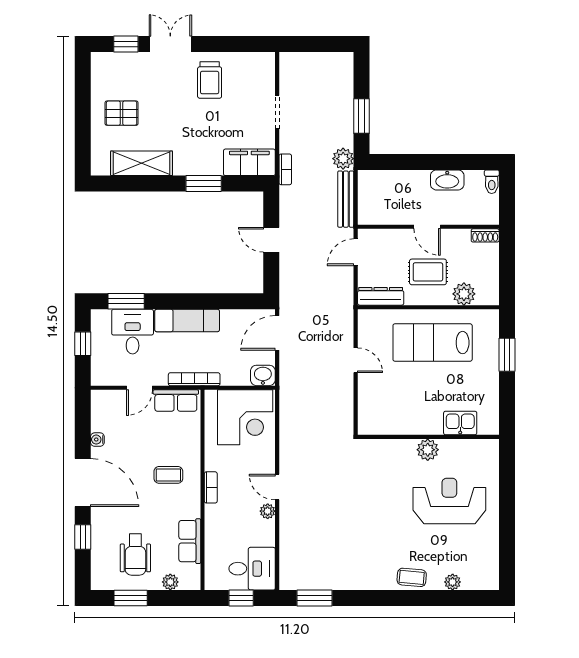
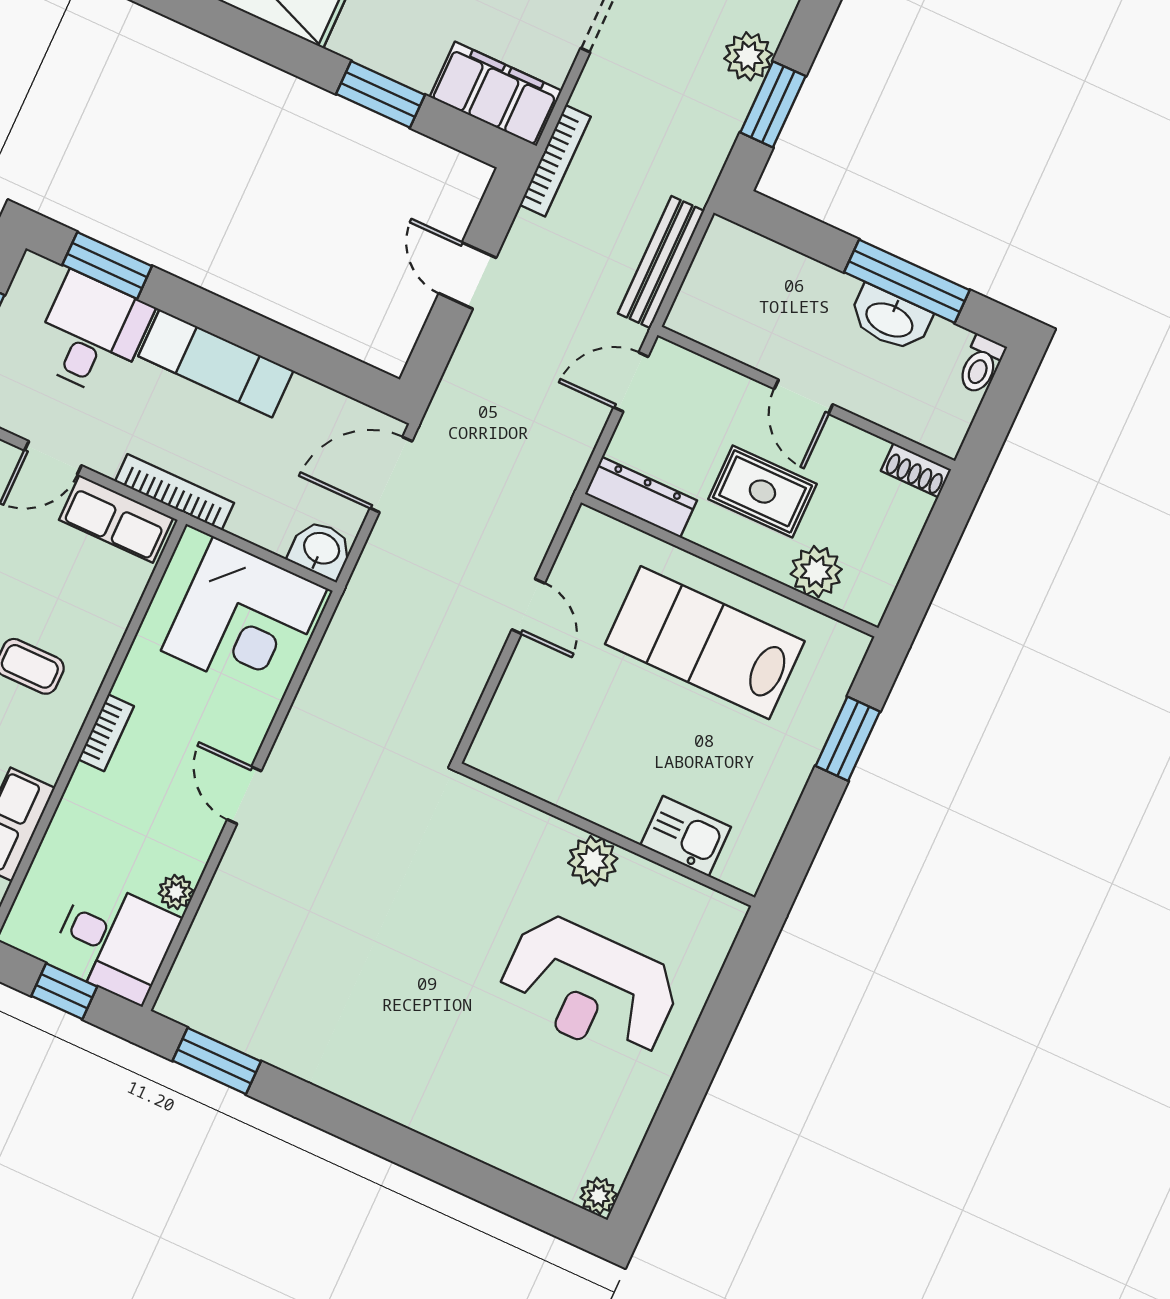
plant: (343, 159) -> (748, 56), moved
window: (447, 162) -> (907, 281), added
bookcase: (285, 169) -> (555, 161), width x1.56
reception desk: (449, 501) -> (589, 988), turned 180
plant: (268, 511) -> (176, 892), moved
coffee table: (412, 577) -> (438, 1111), removed
plant: (453, 582) -> (598, 1196), moved

